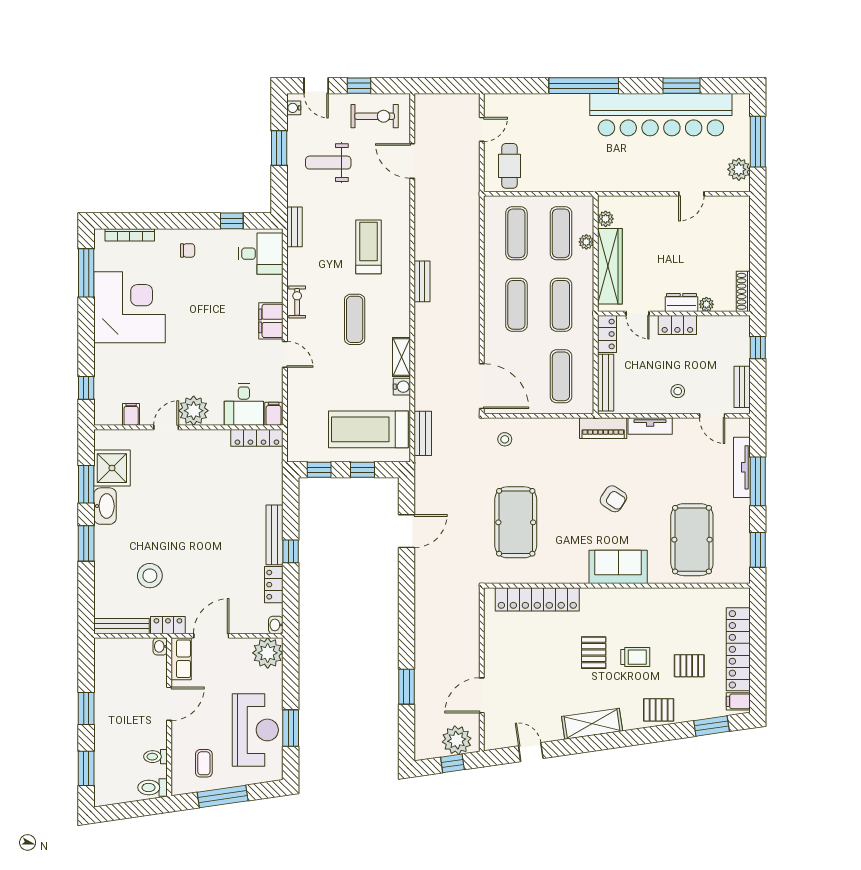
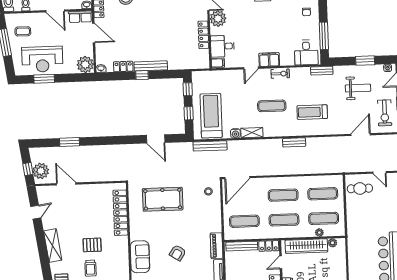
weight bench: (328, 163) -> (358, 88), turned 90
window: (232, 221) -> (324, 36), width x2.17
treadmill: (369, 247) -> (312, 112), turned 180
bench: (423, 433) -> (210, 146), width x1.36
locker: (257, 438) -> (203, 35), moved

